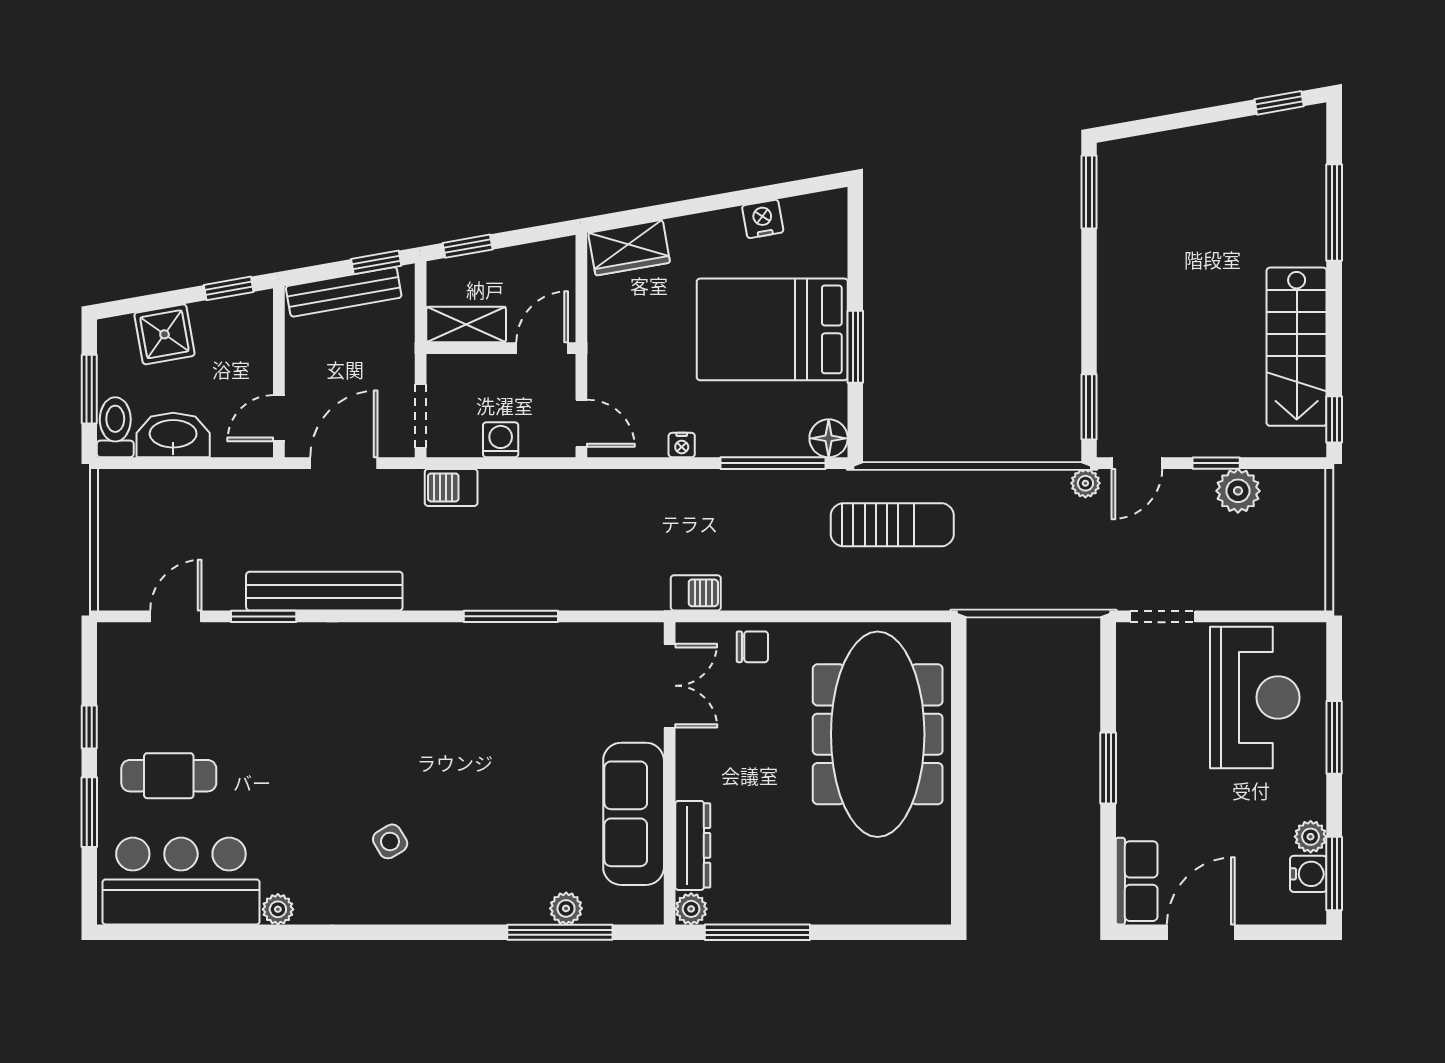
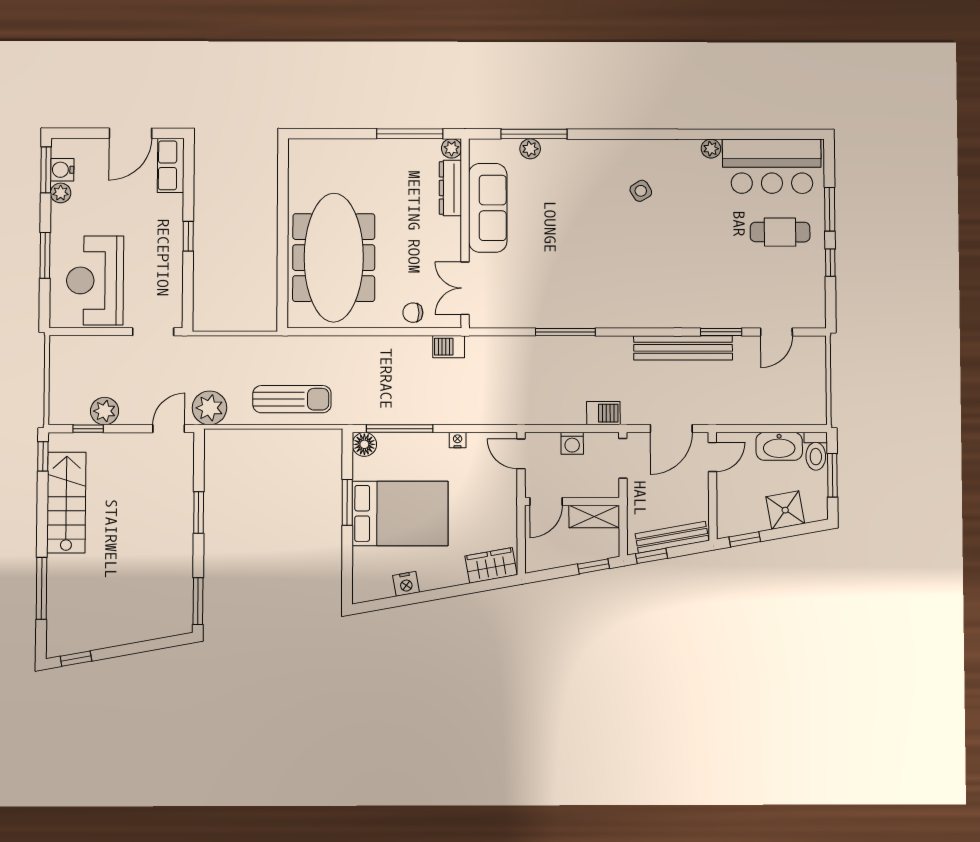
window: (1089, 407) -> (199, 512), moved
window: (1216, 463) -> (88, 429), moved
plant: (1085, 483) -> (209, 408), width x1.87, depth x1.87
sun lounger: (892, 525) -> (292, 399), moved, turned 180
window: (1108, 768) -> (188, 236), width x0.67

